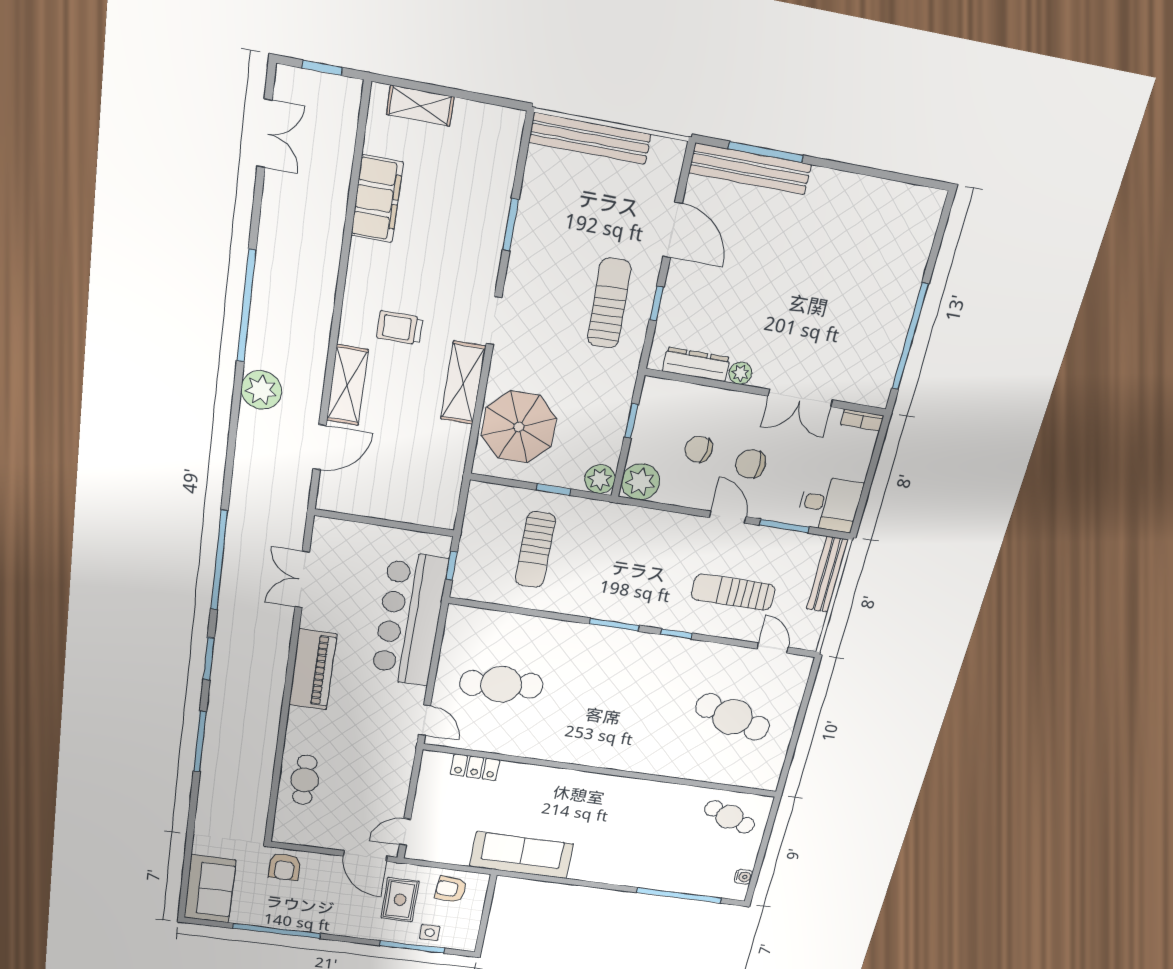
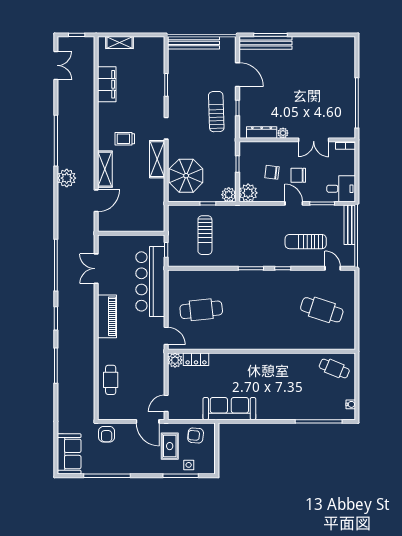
plant: (434, 763) -> (175, 360), added

